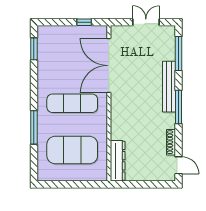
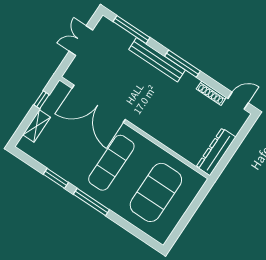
shelving: (63, 31) -> (37, 126), added
window: (34, 49) -> (56, 178), moved
window: (34, 127) -> (91, 202), moved
dresser: (118, 161) -> (216, 152), moved, turned -90

